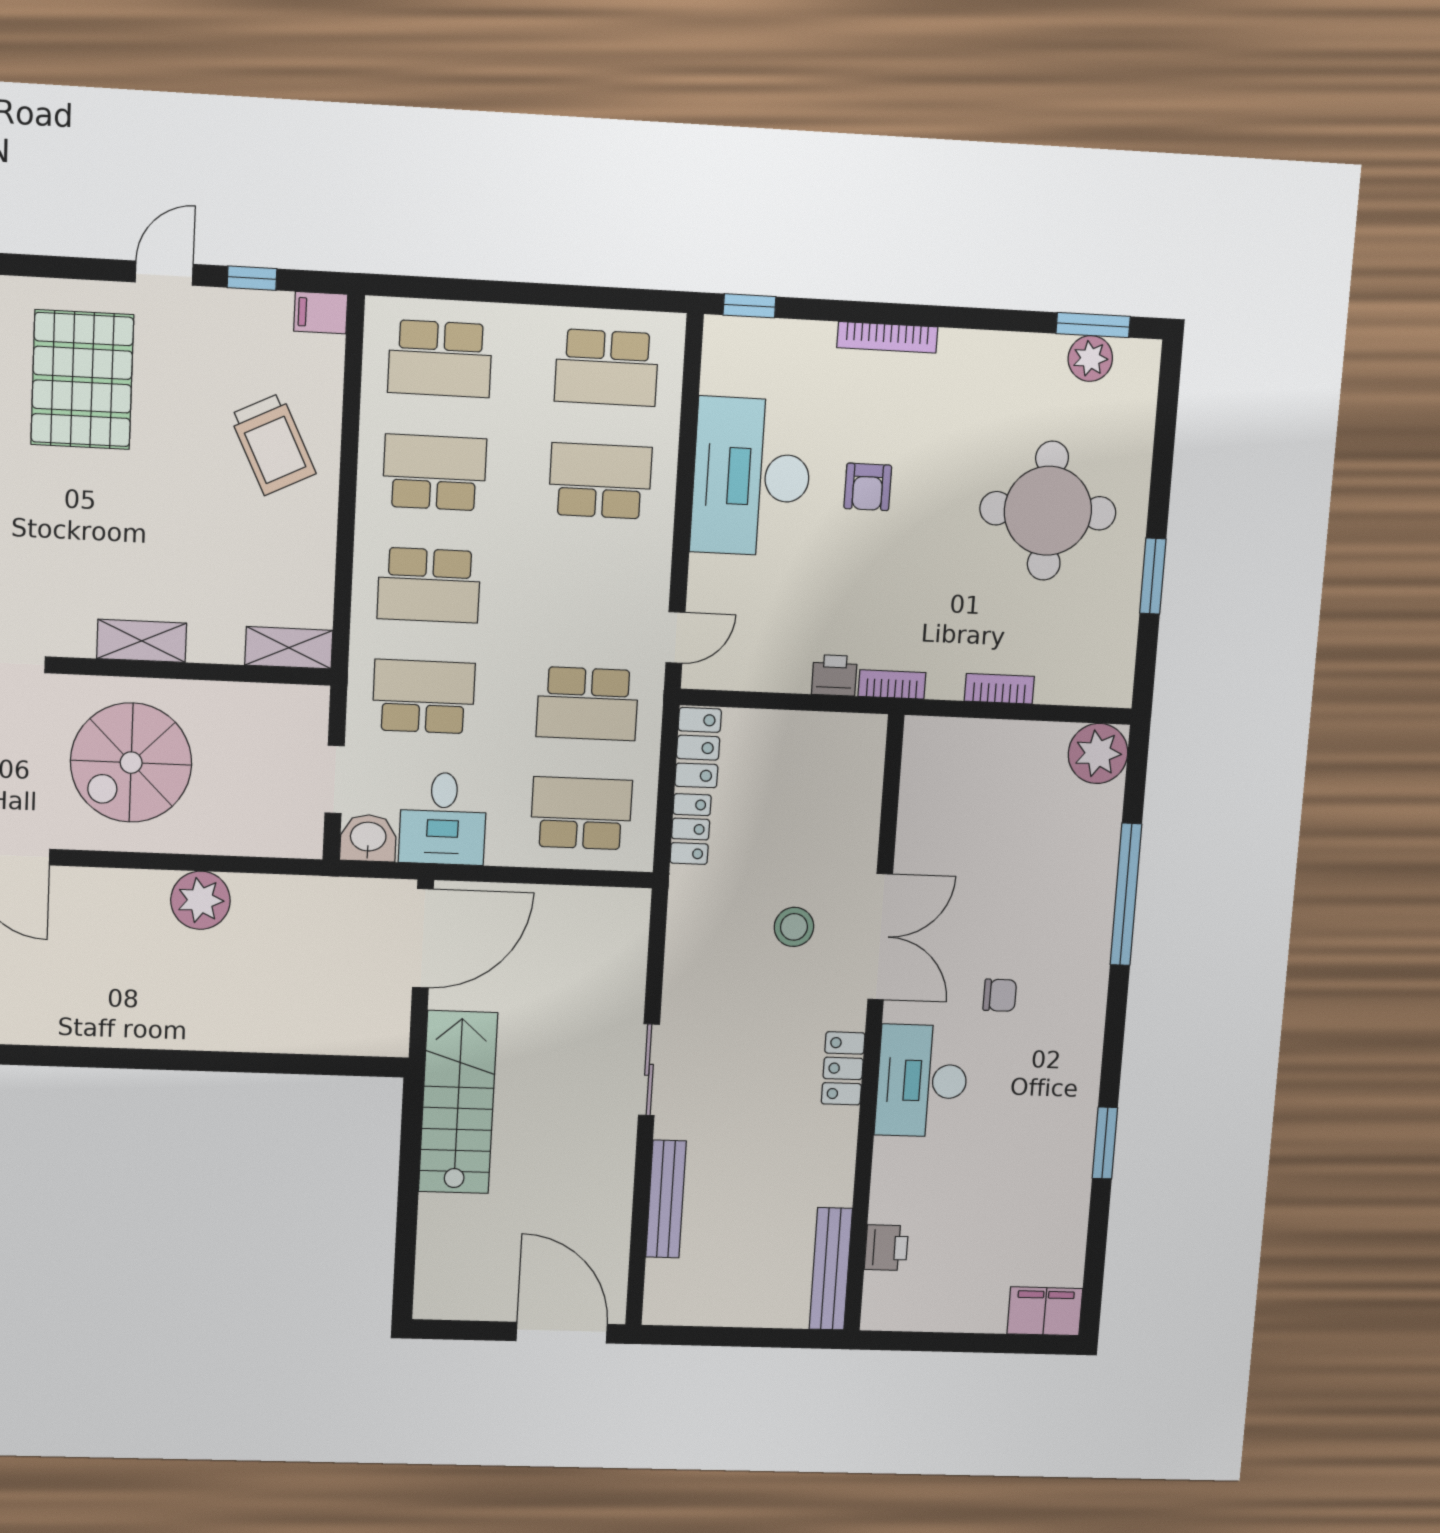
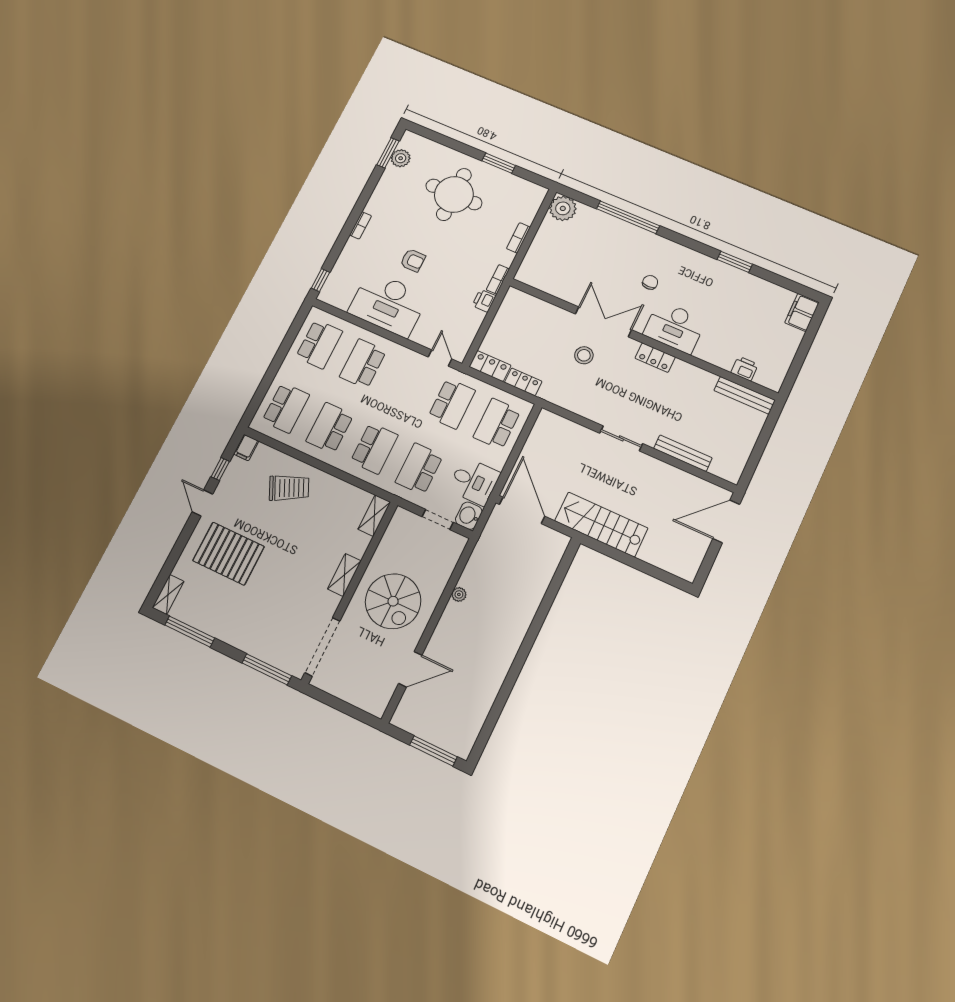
bookcase: (887, 337) -> (360, 225), width x0.64
plant: (200, 900) -> (459, 594), width x0.53, depth x0.53

